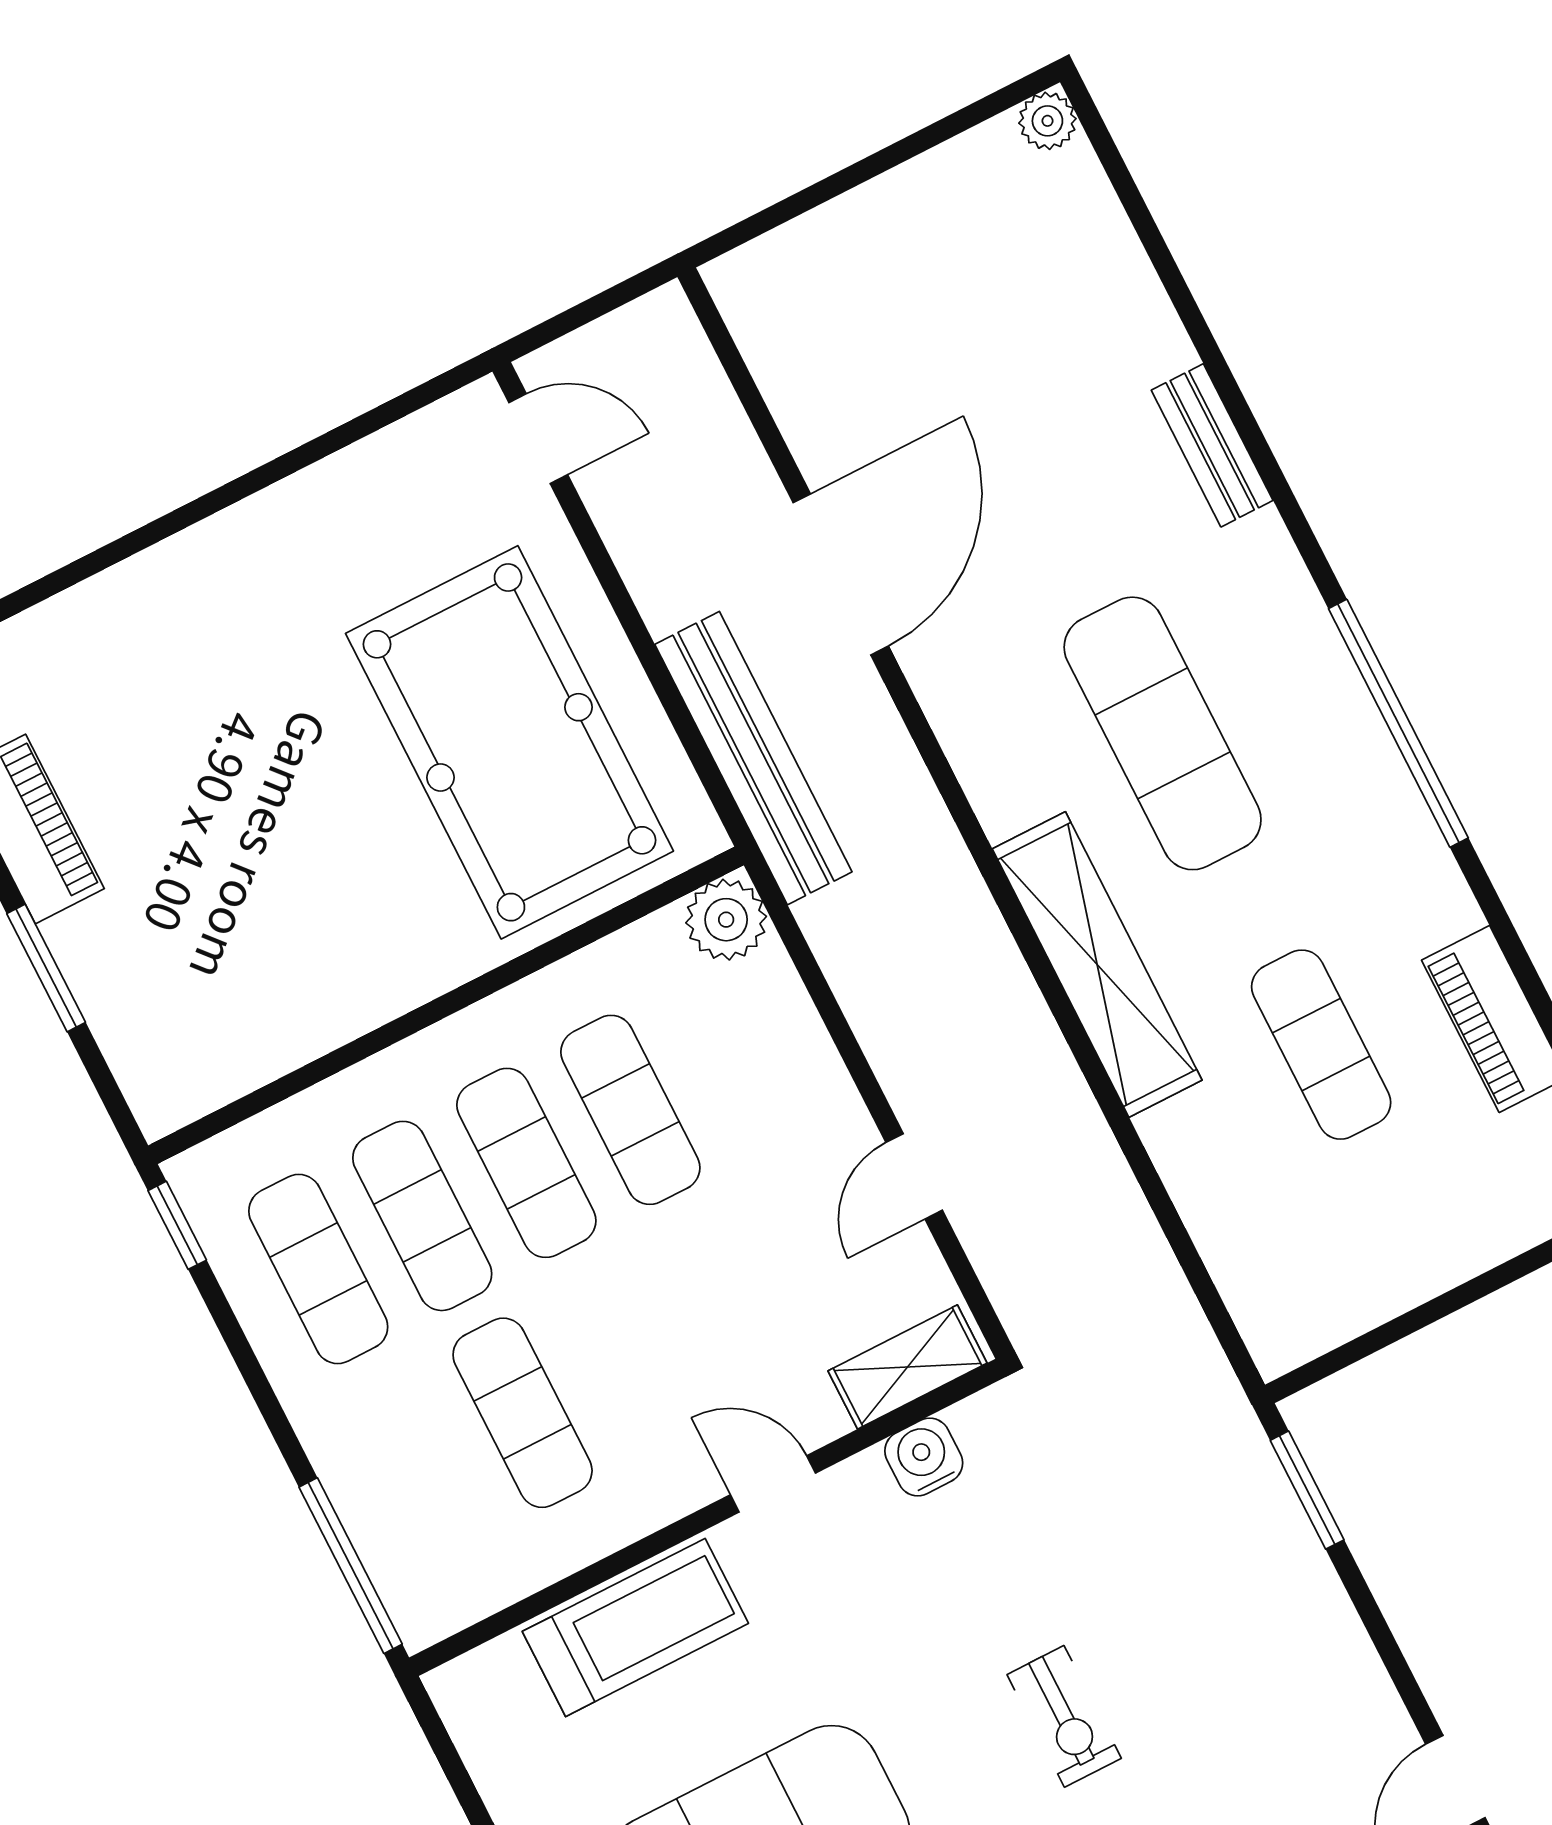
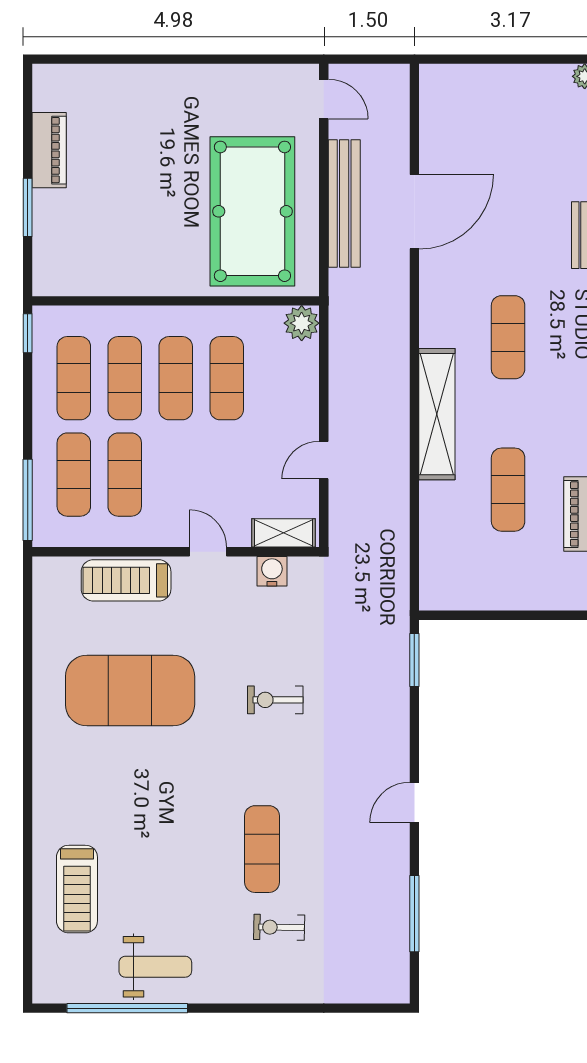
exercise mat: (1163, 733) -> (508, 337), width x0.73, depth x0.69
bench: (753, 758) -> (344, 203), moved
exercise mat: (419, 1466) -> (74, 475), added
treadmill: (635, 1627) -> (126, 580), turned 180
exercise bike: (1064, 1716) -> (275, 700), turned 90

